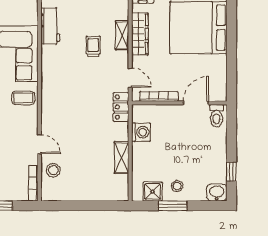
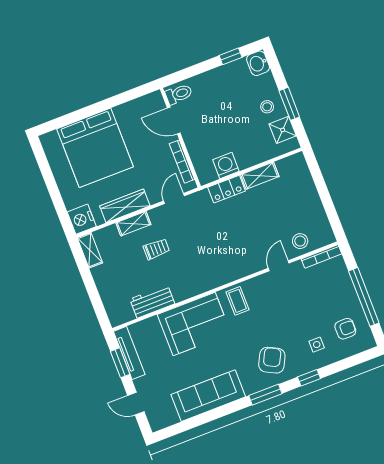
trolley: (93, 46) -> (156, 249), turned 180
locker: (121, 107) -> (227, 189), moved

